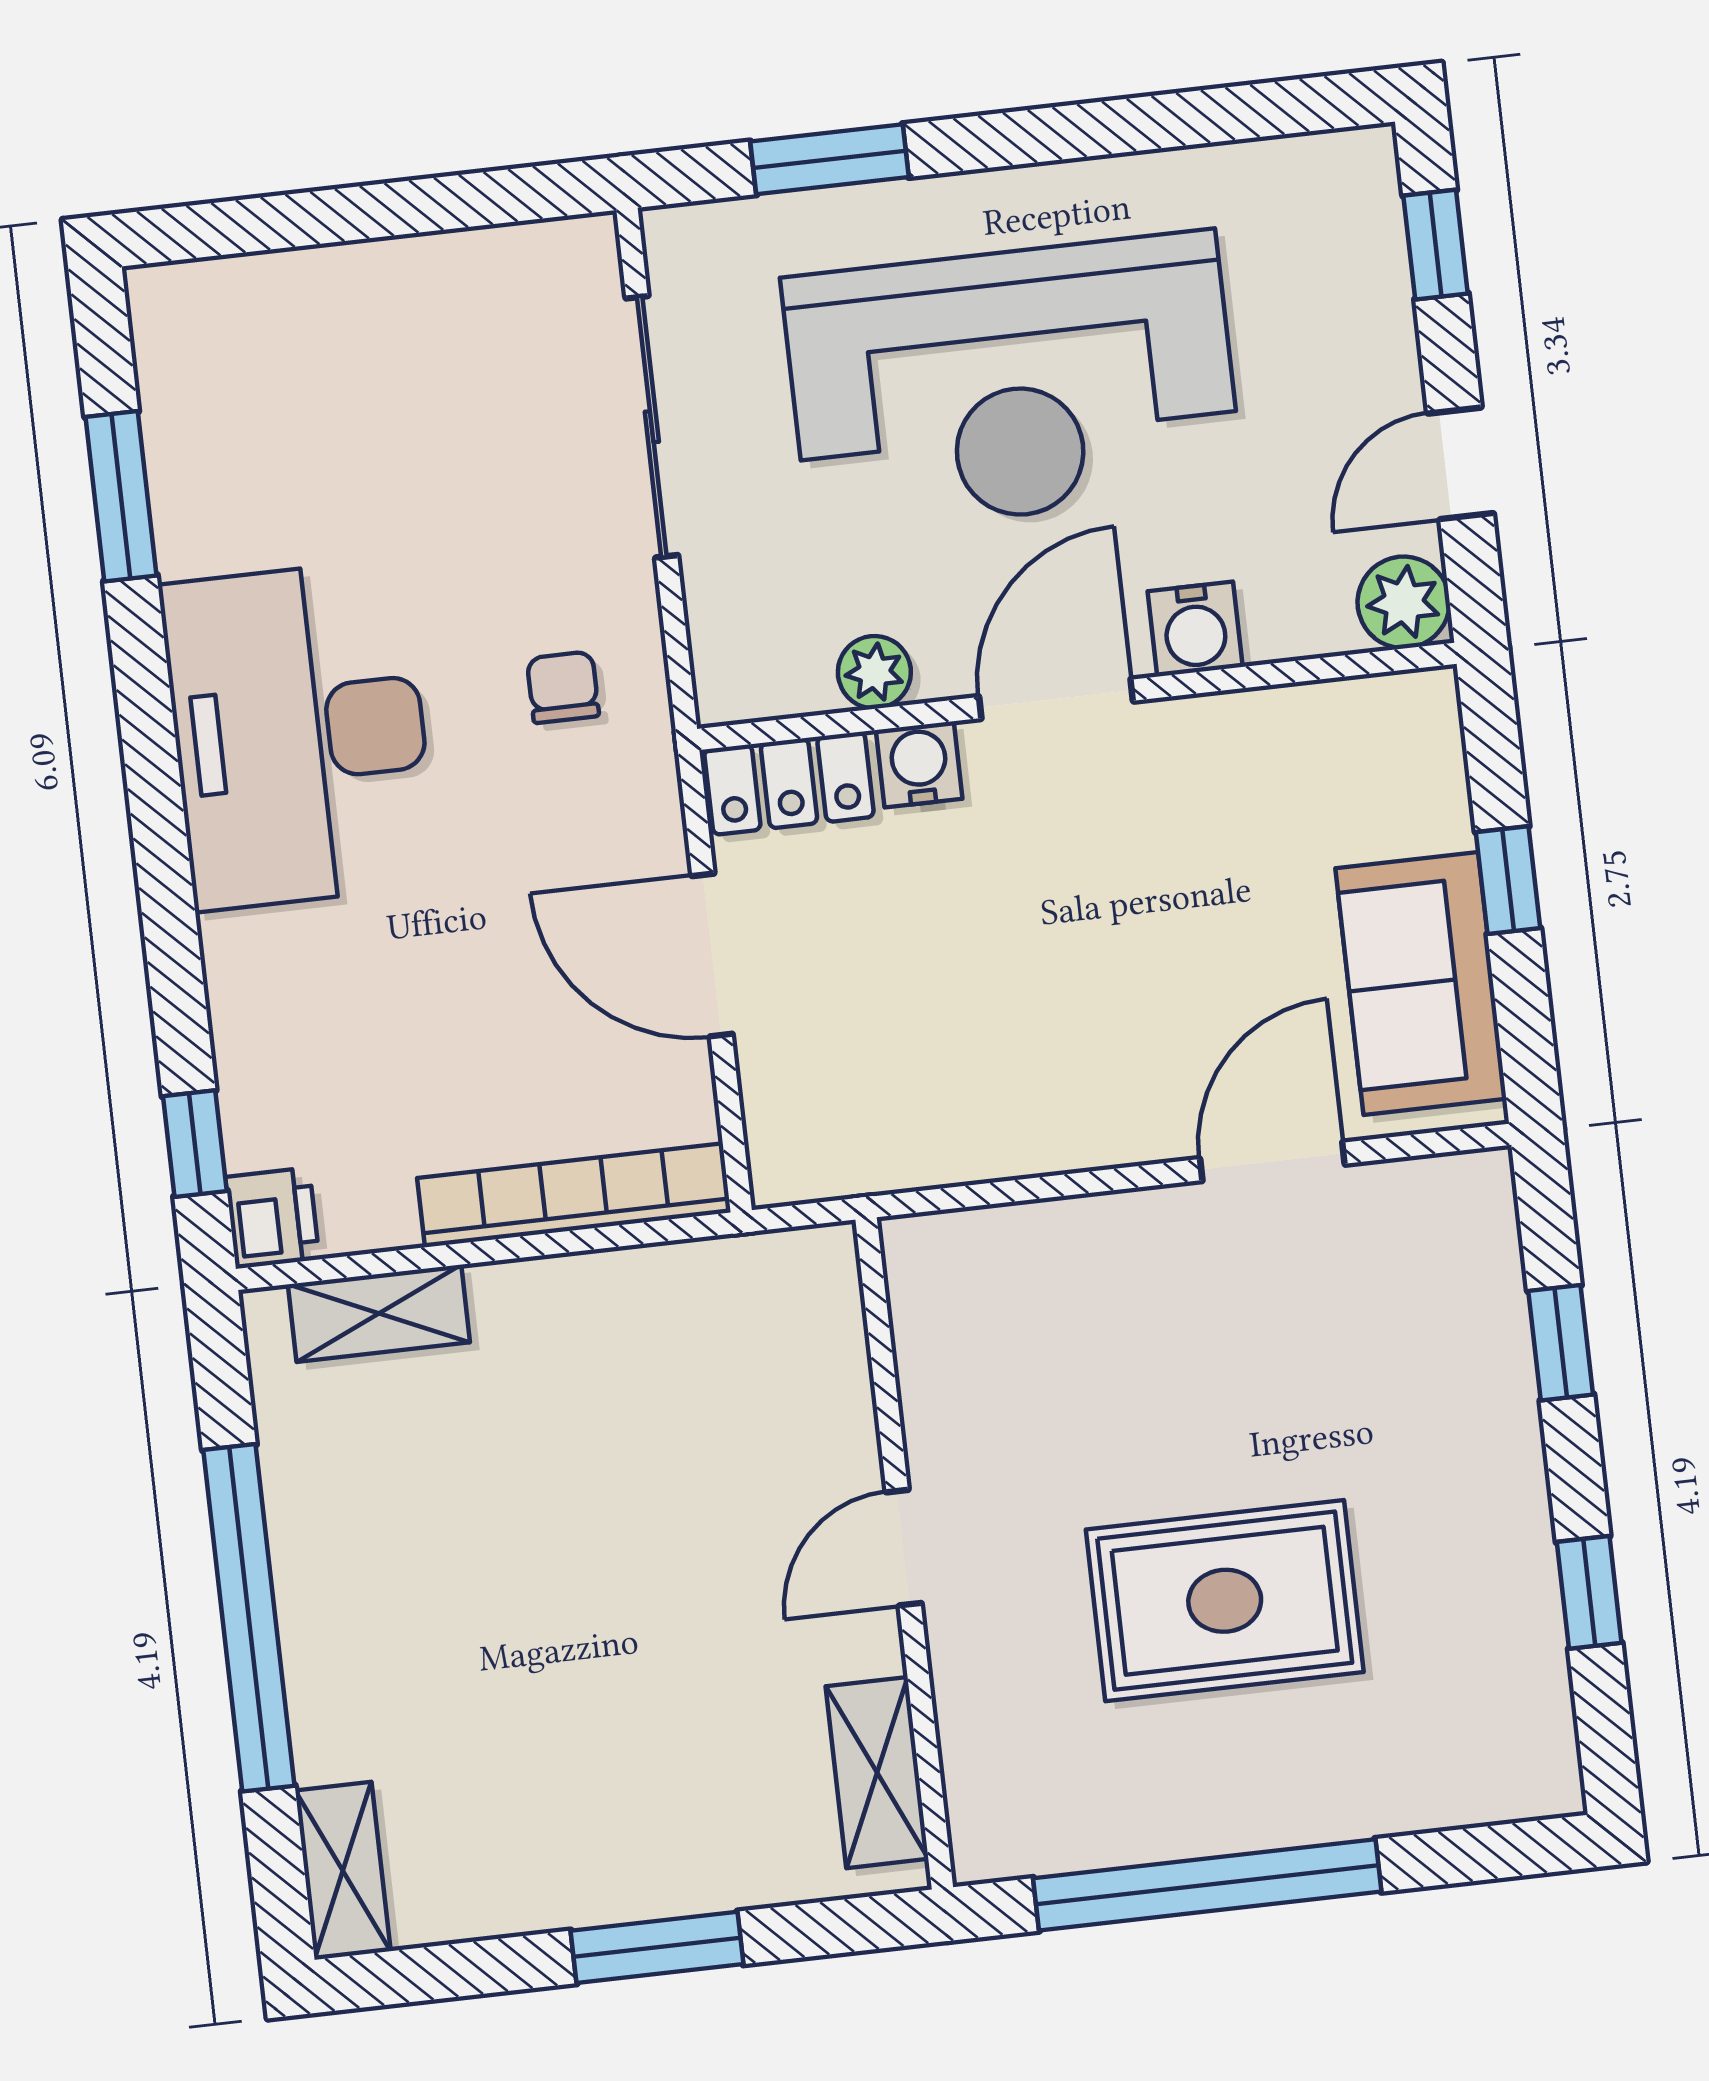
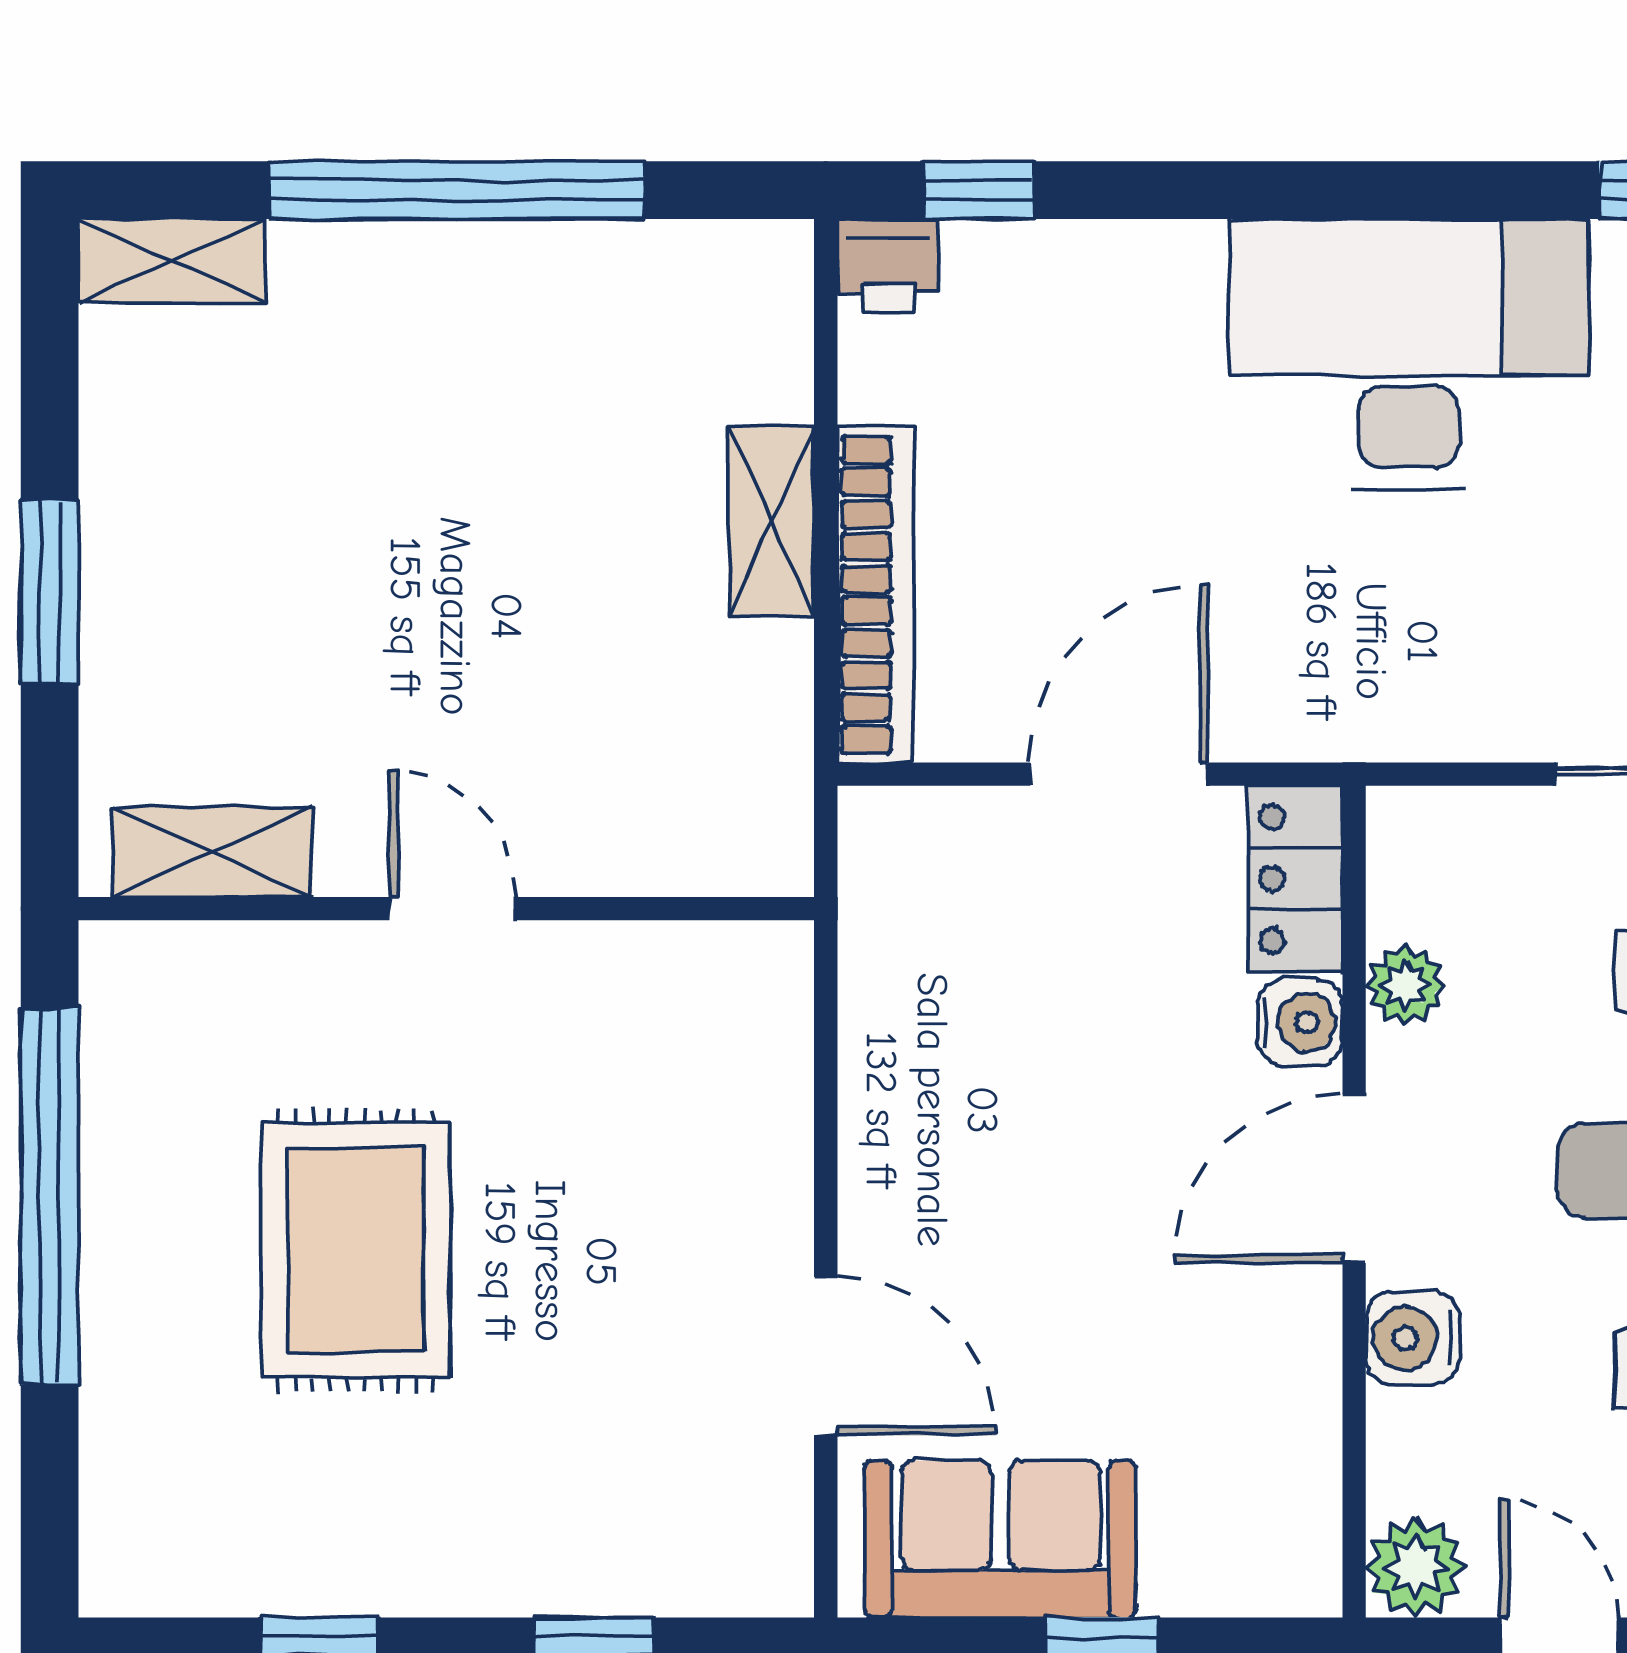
chair: (563, 687) -> (1427, 646), removed
door: (1056, 699) -> (1354, 1179), swing flipped
shelving: (379, 1313) -> (771, 521), moved

